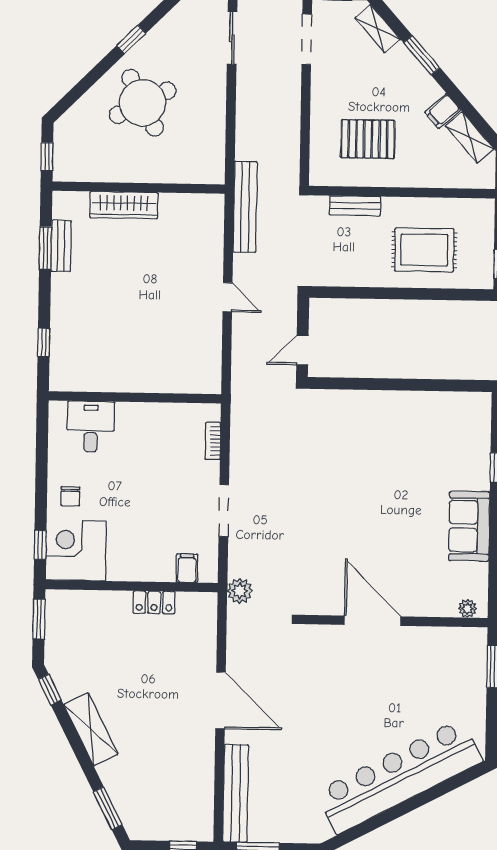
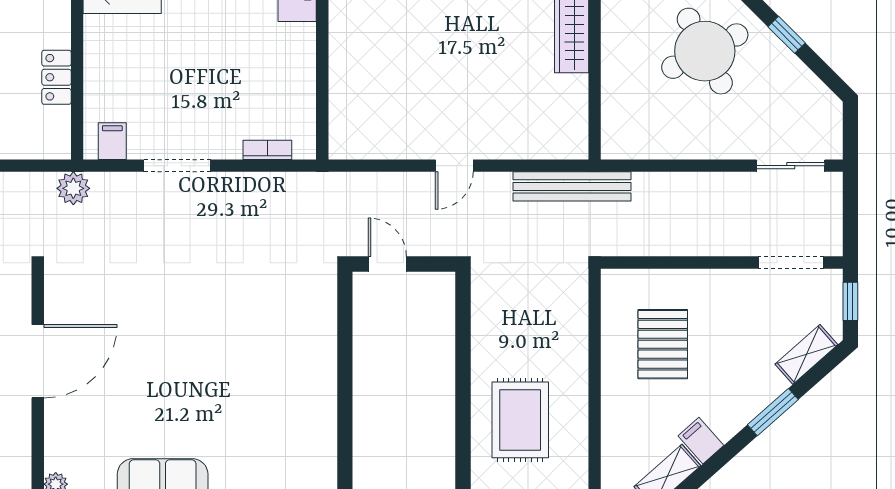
bench: (355, 206) -> (576, 329), removed
filing cabinet: (187, 568) -> (112, 141), moved, turned -90

